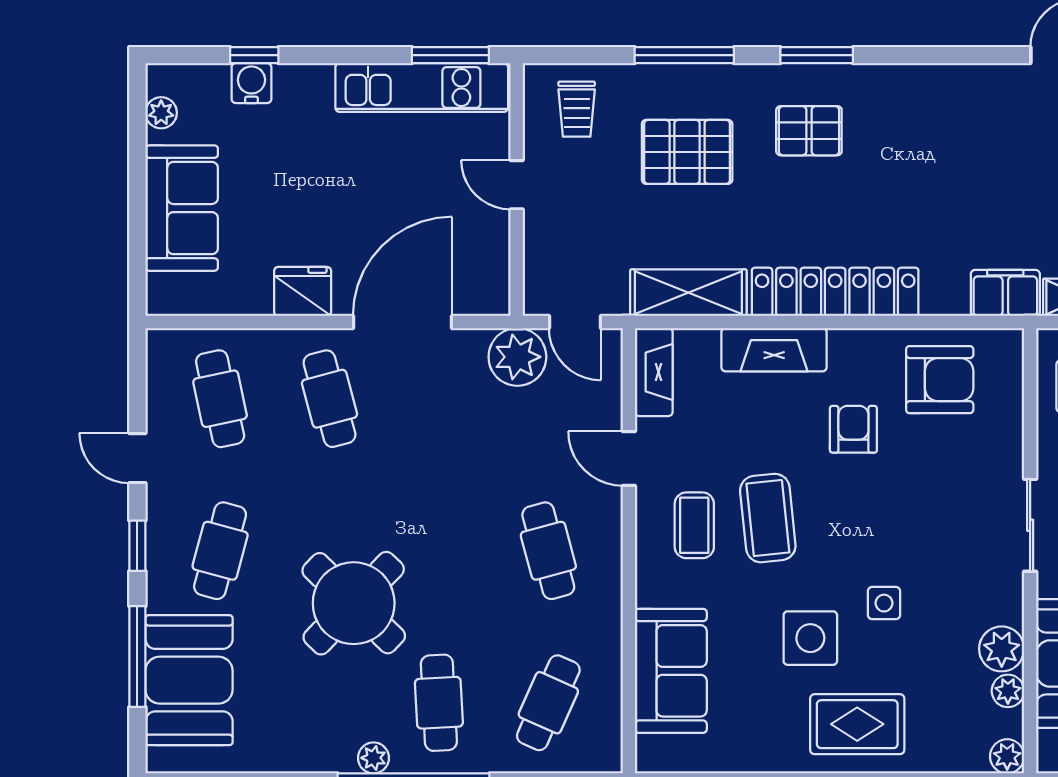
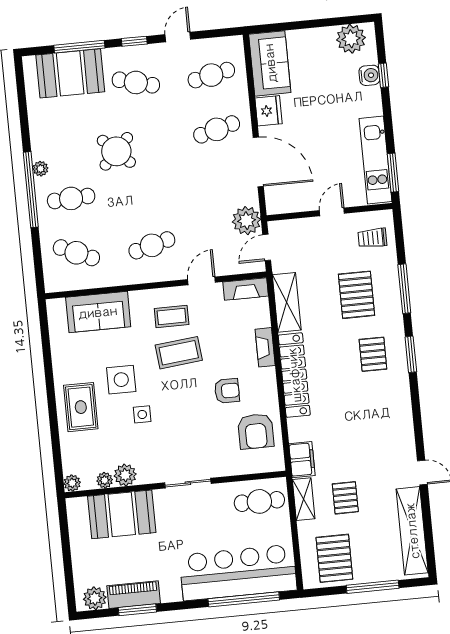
plant: (161, 113) -> (351, 39), width x1.88, depth x1.88
sofa: (182, 208) -> (270, 63), moved, turned -90
fireplace: (774, 350) -> (265, 347), width x0.73, depth x0.76
round table: (354, 603) -> (116, 151), width x0.73, depth x0.73

